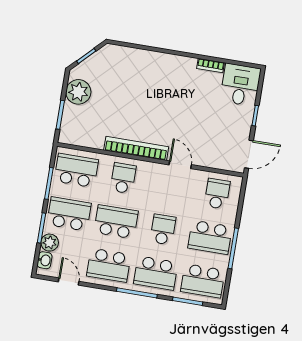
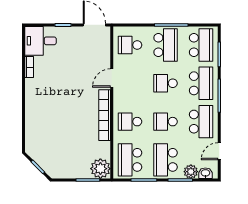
plant: (78, 92) -> (100, 169), moved
school desk: (116, 222) -> (166, 122), width x0.54

